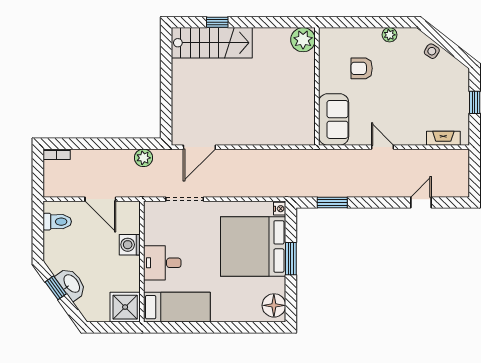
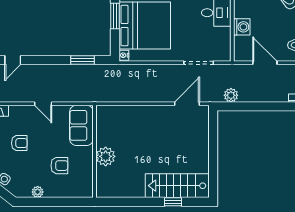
plant: (303, 40) -> (106, 156), moved
armchair: (413, 97) -> (19, 143), added

